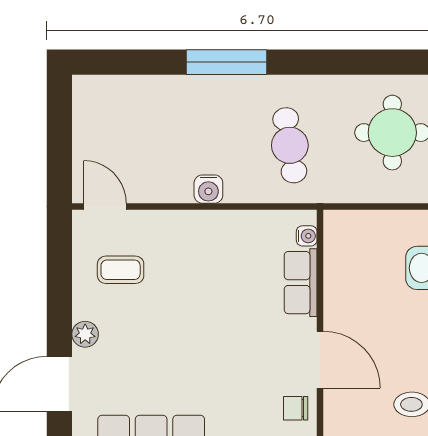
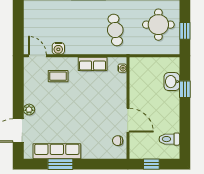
water cooler: (208, 189) -> (58, 48), moved
coffee table: (121, 270) -> (58, 76), moved
row of seats: (301, 283) -> (93, 64), moved, turned -90

